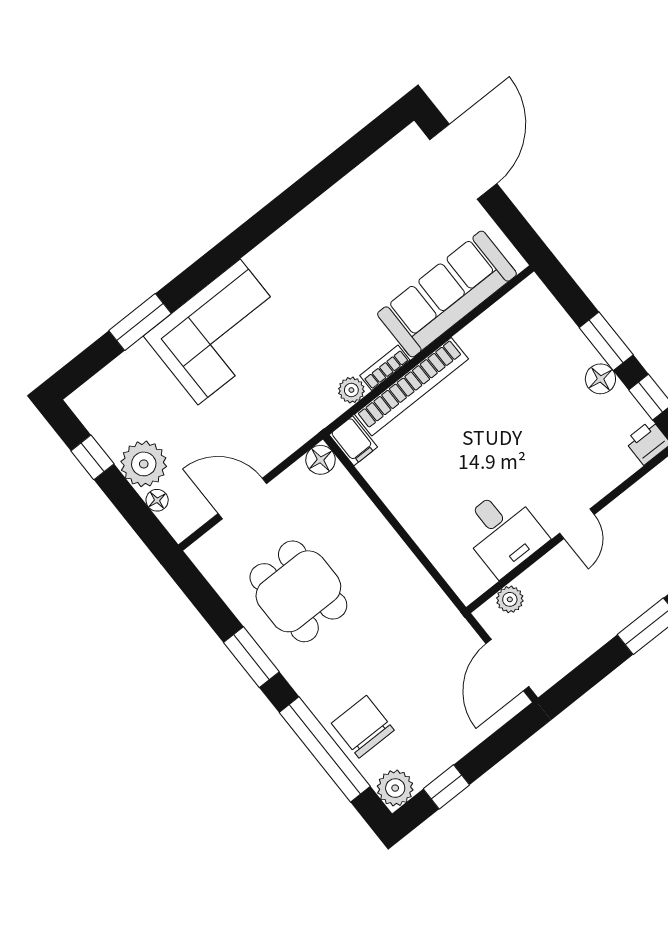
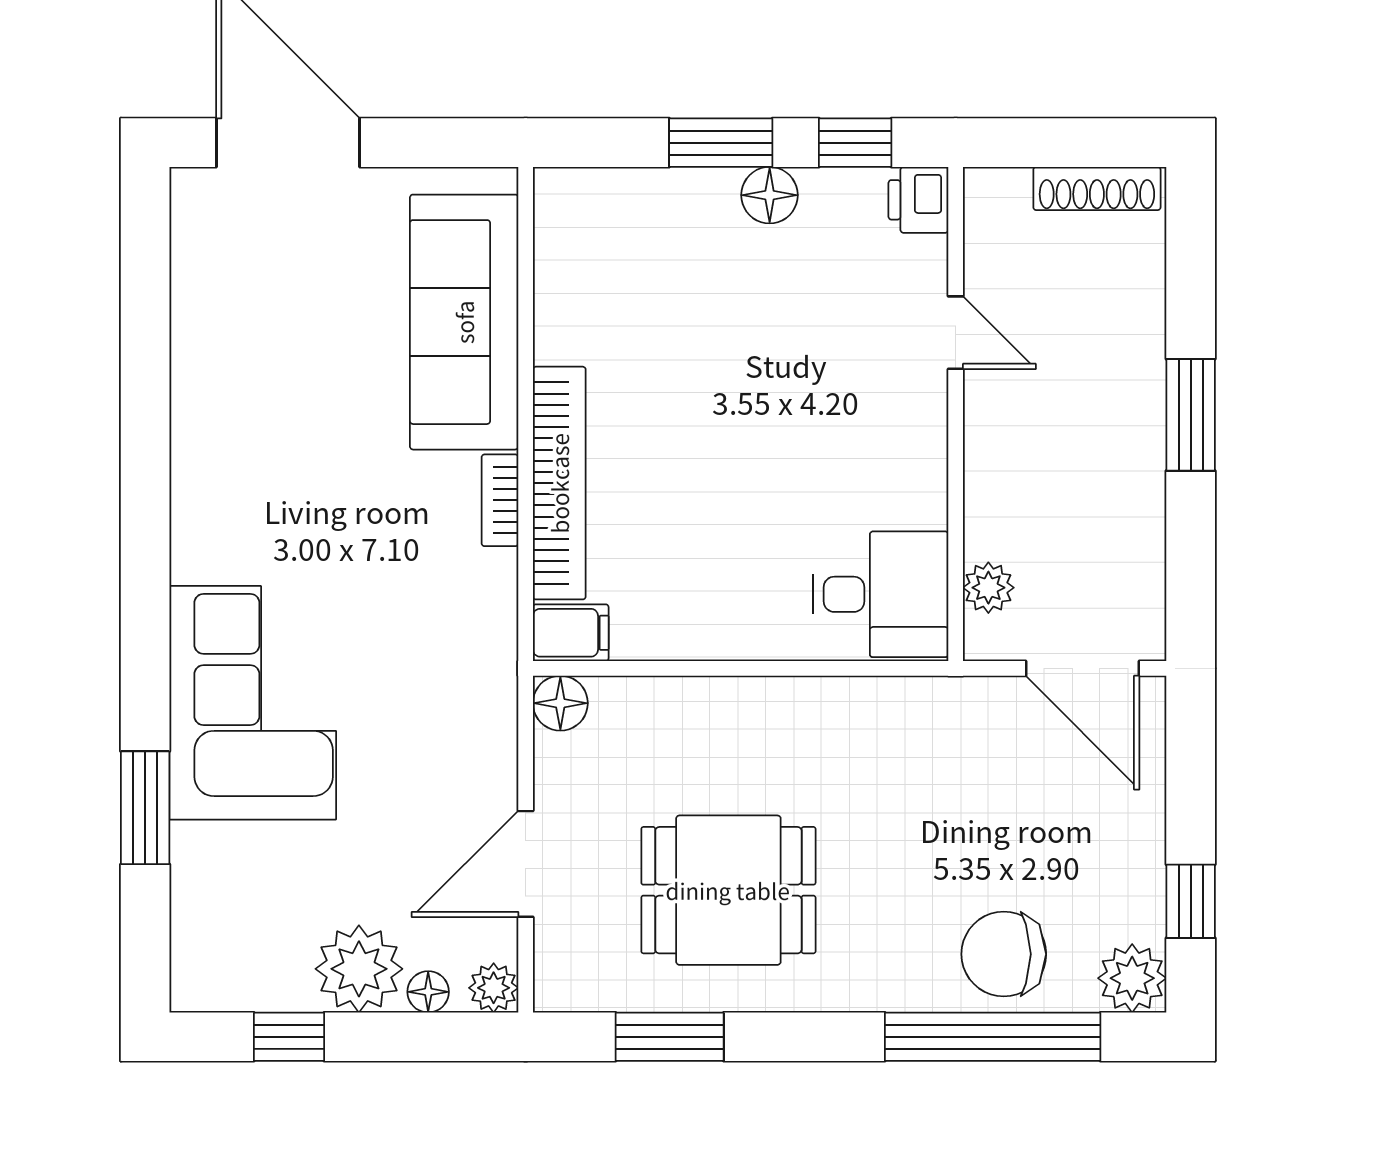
plant: (351, 390) -> (494, 988), moved
door: (577, 524) -> (956, 333), moved
desk: (503, 532) -> (881, 594), moved
window: (251, 657) -> (670, 1037), moved

